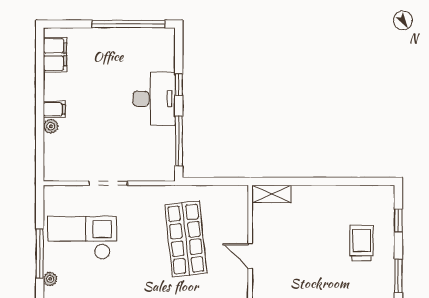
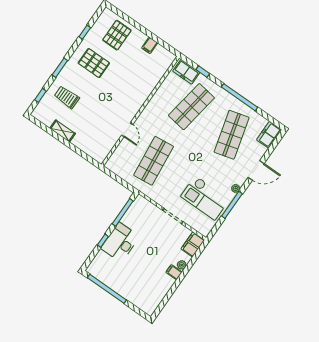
filing cabinet: (55, 55) -> (193, 244), moved
shelving: (271, 194) -> (63, 131), moved
trolley: (362, 243) -> (67, 97), turned 90

